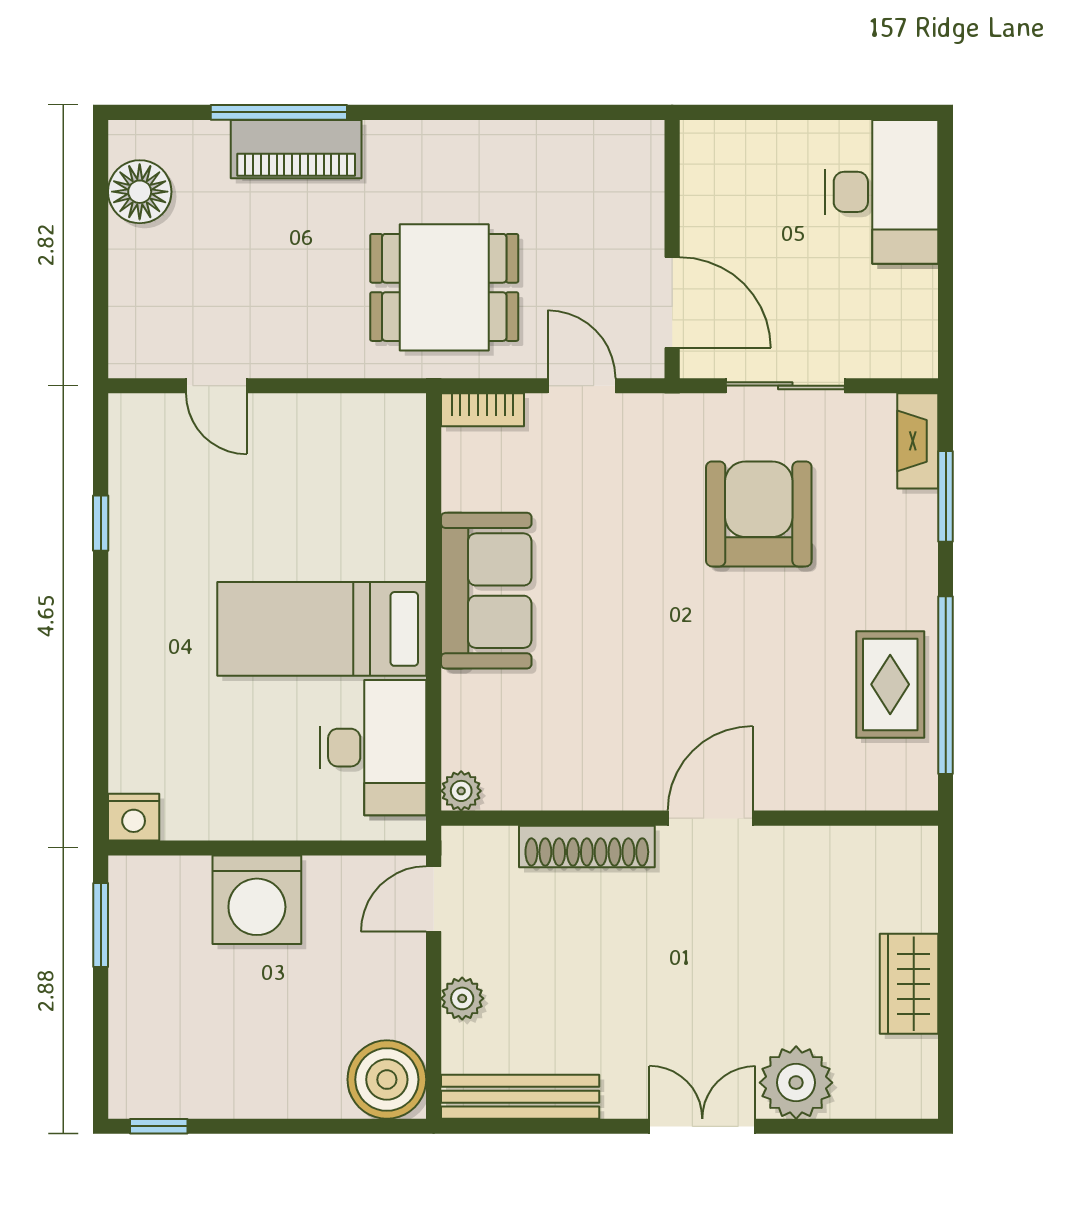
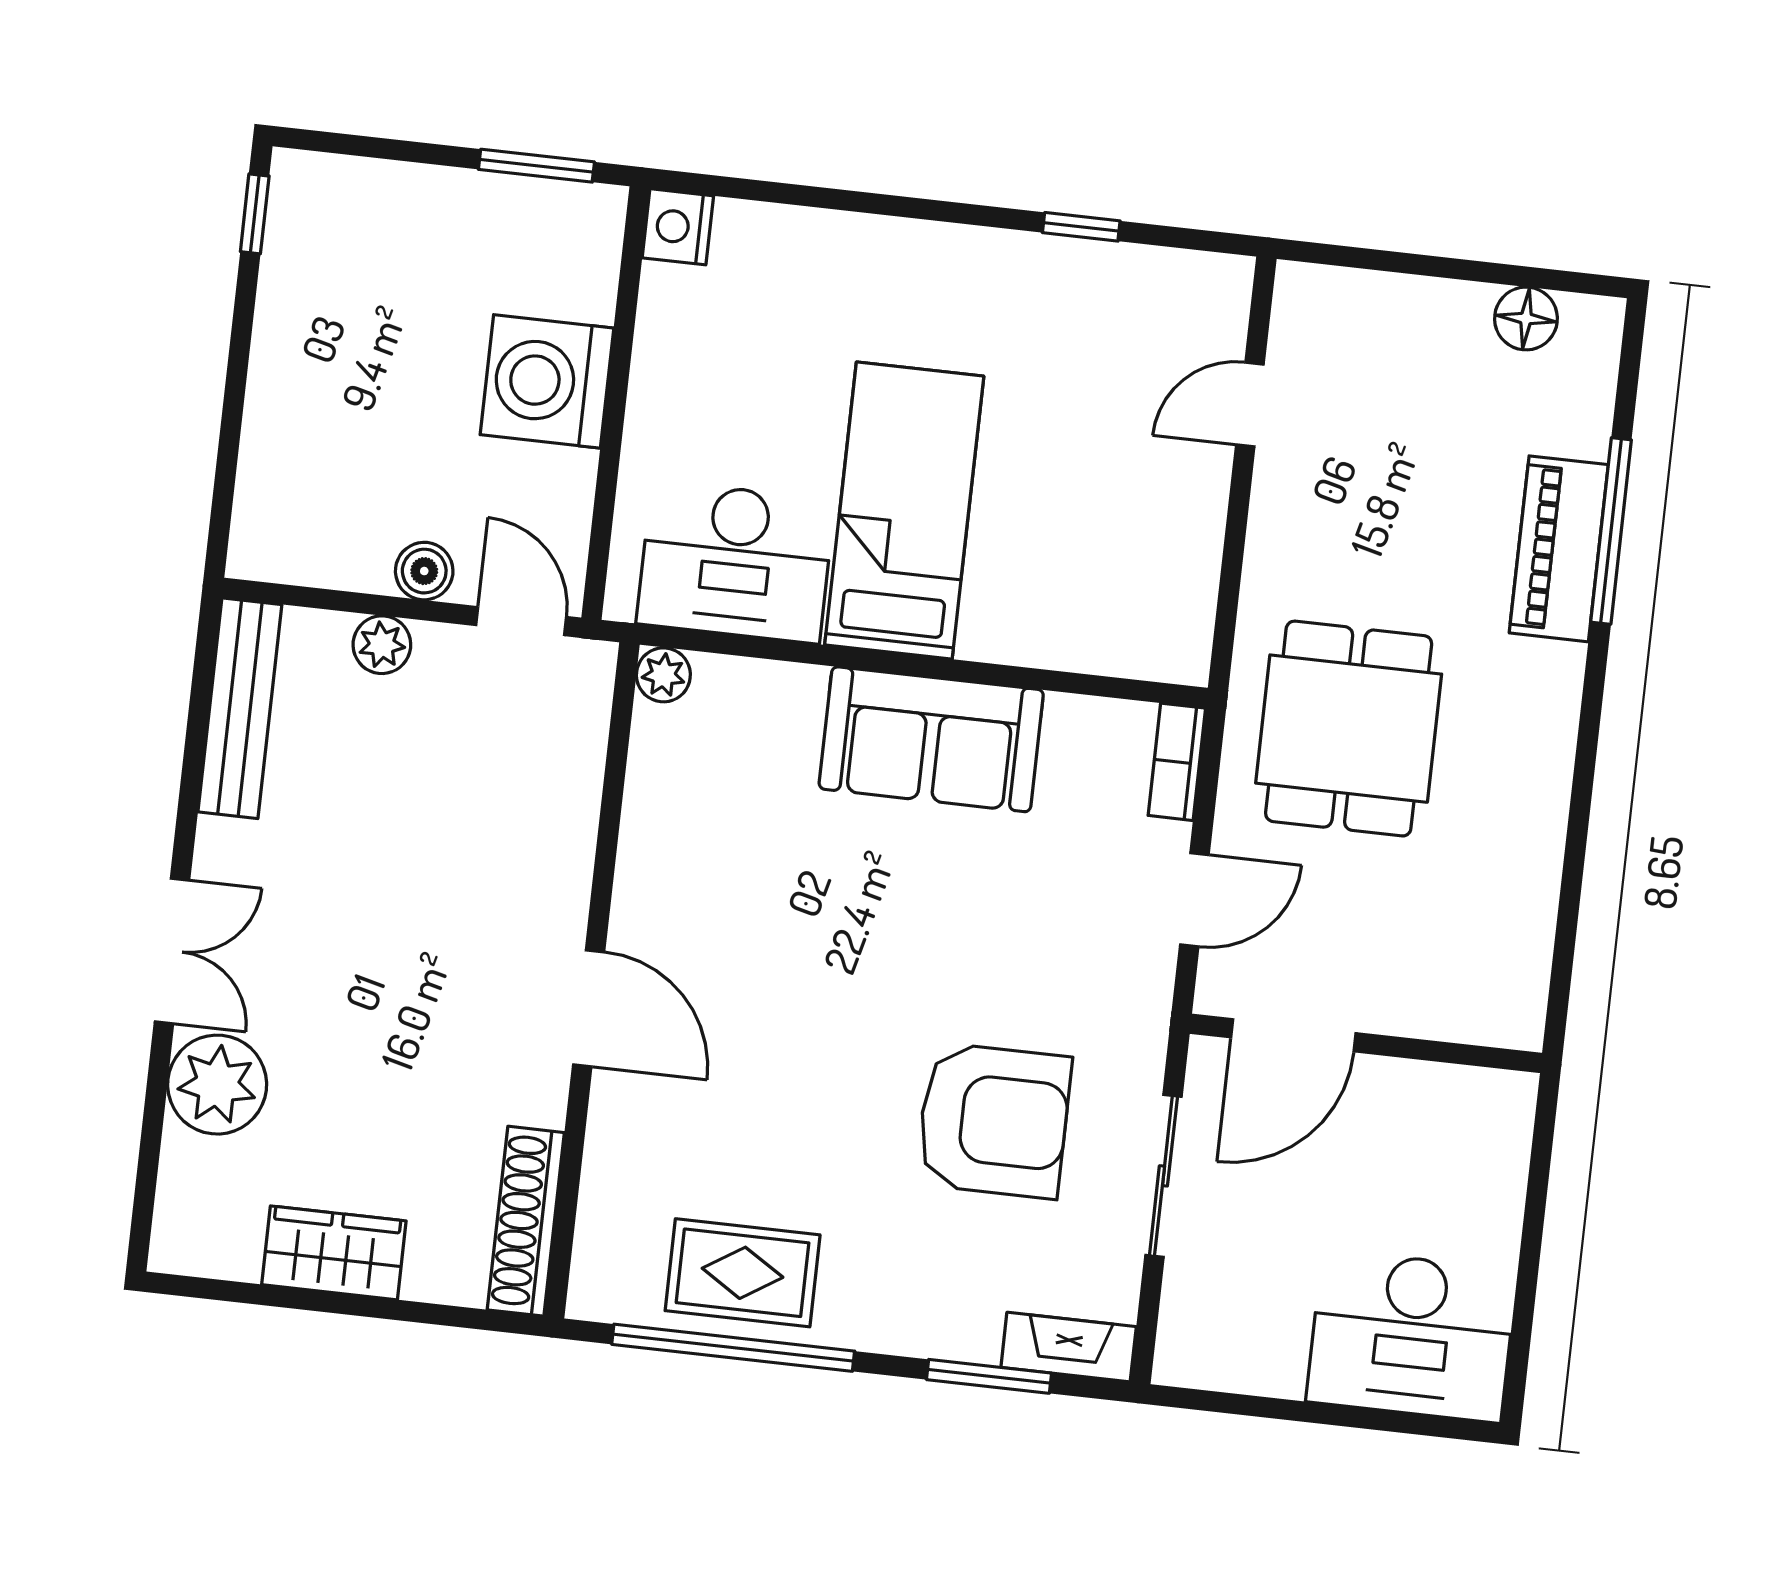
floor lamp: (140, 192) -> (1526, 319), width x0.73, depth x0.73
shoe rack: (587, 847) -> (526, 1221), moved
boiler: (387, 1080) -> (424, 571), moved, width x0.54, depth x0.54

